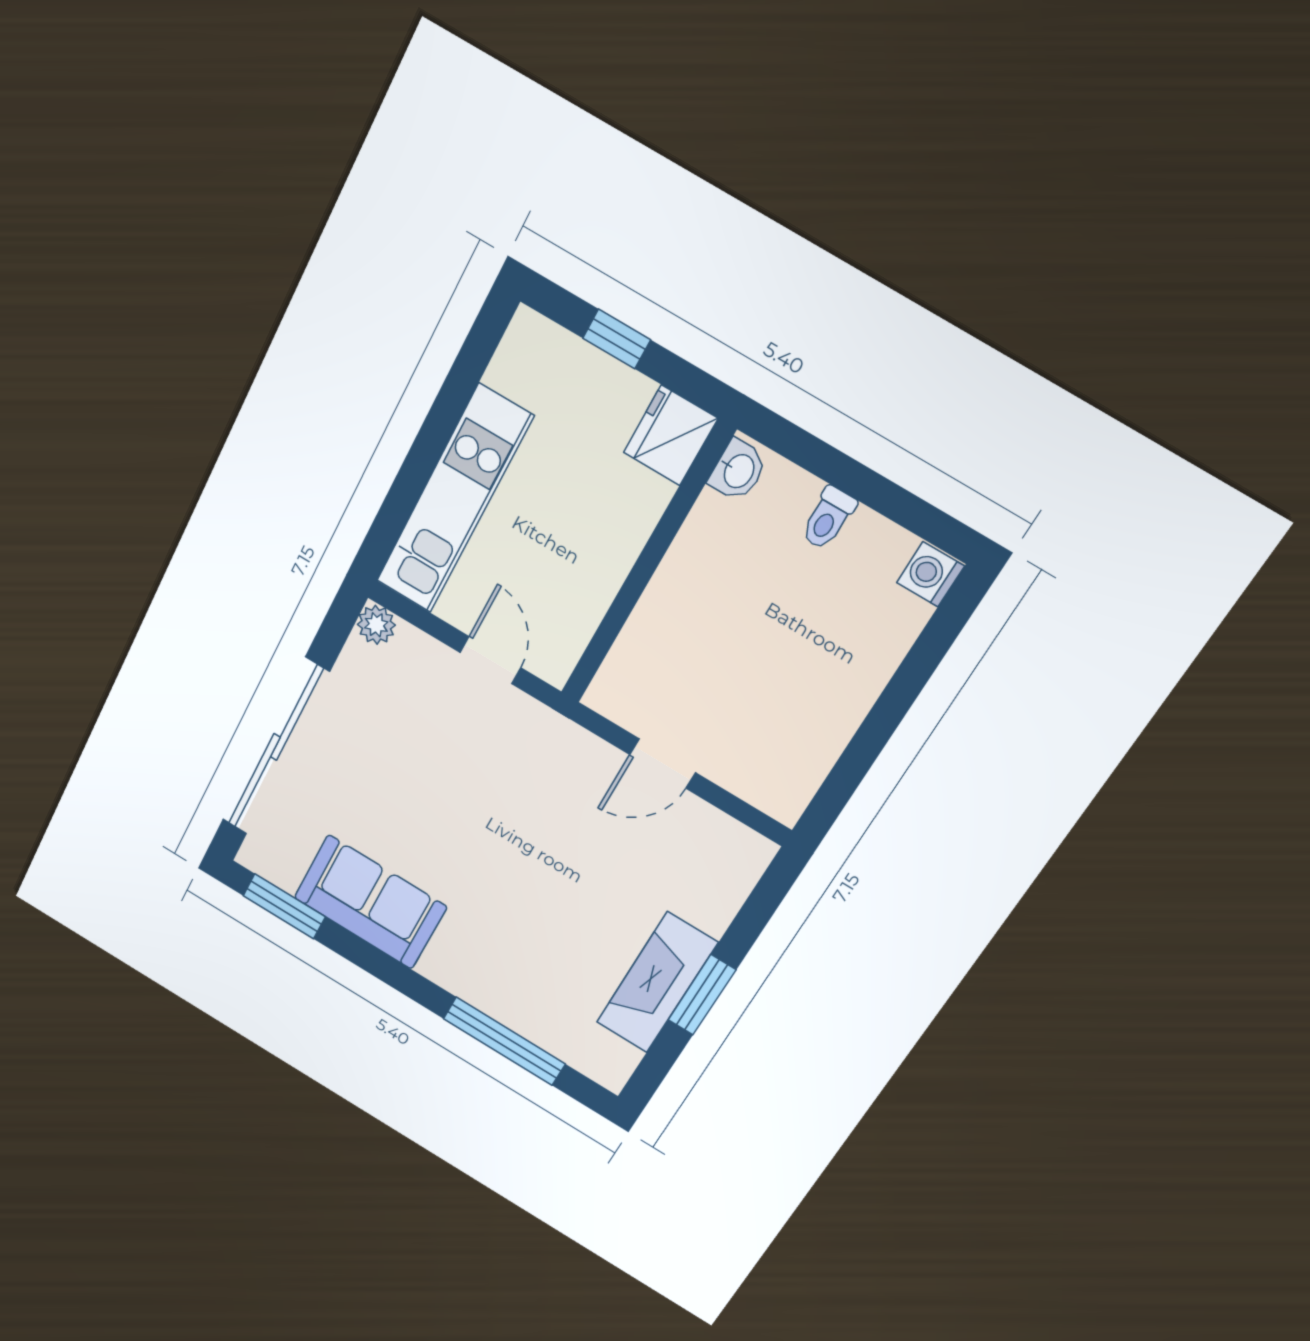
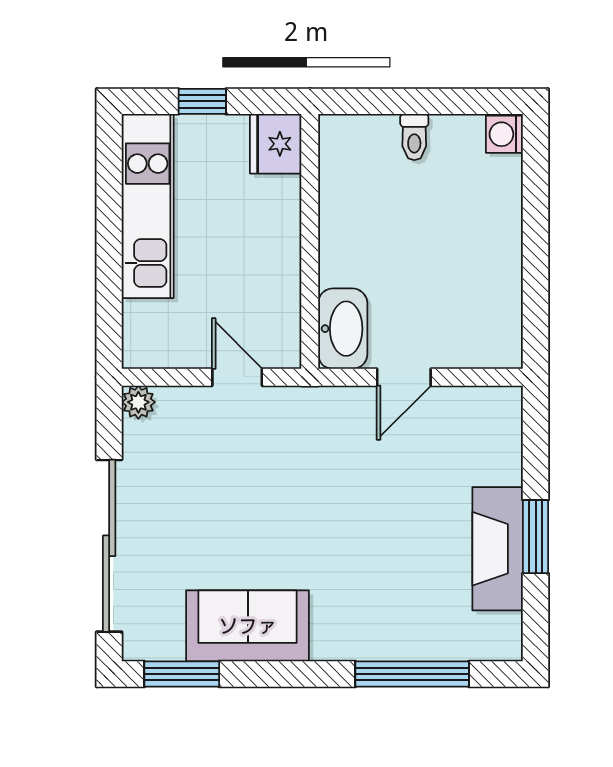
washbasin: (738, 471) -> (343, 329), moved, width x1.91, depth x1.45
kitchen unit: (454, 500) -> (148, 206), moved

